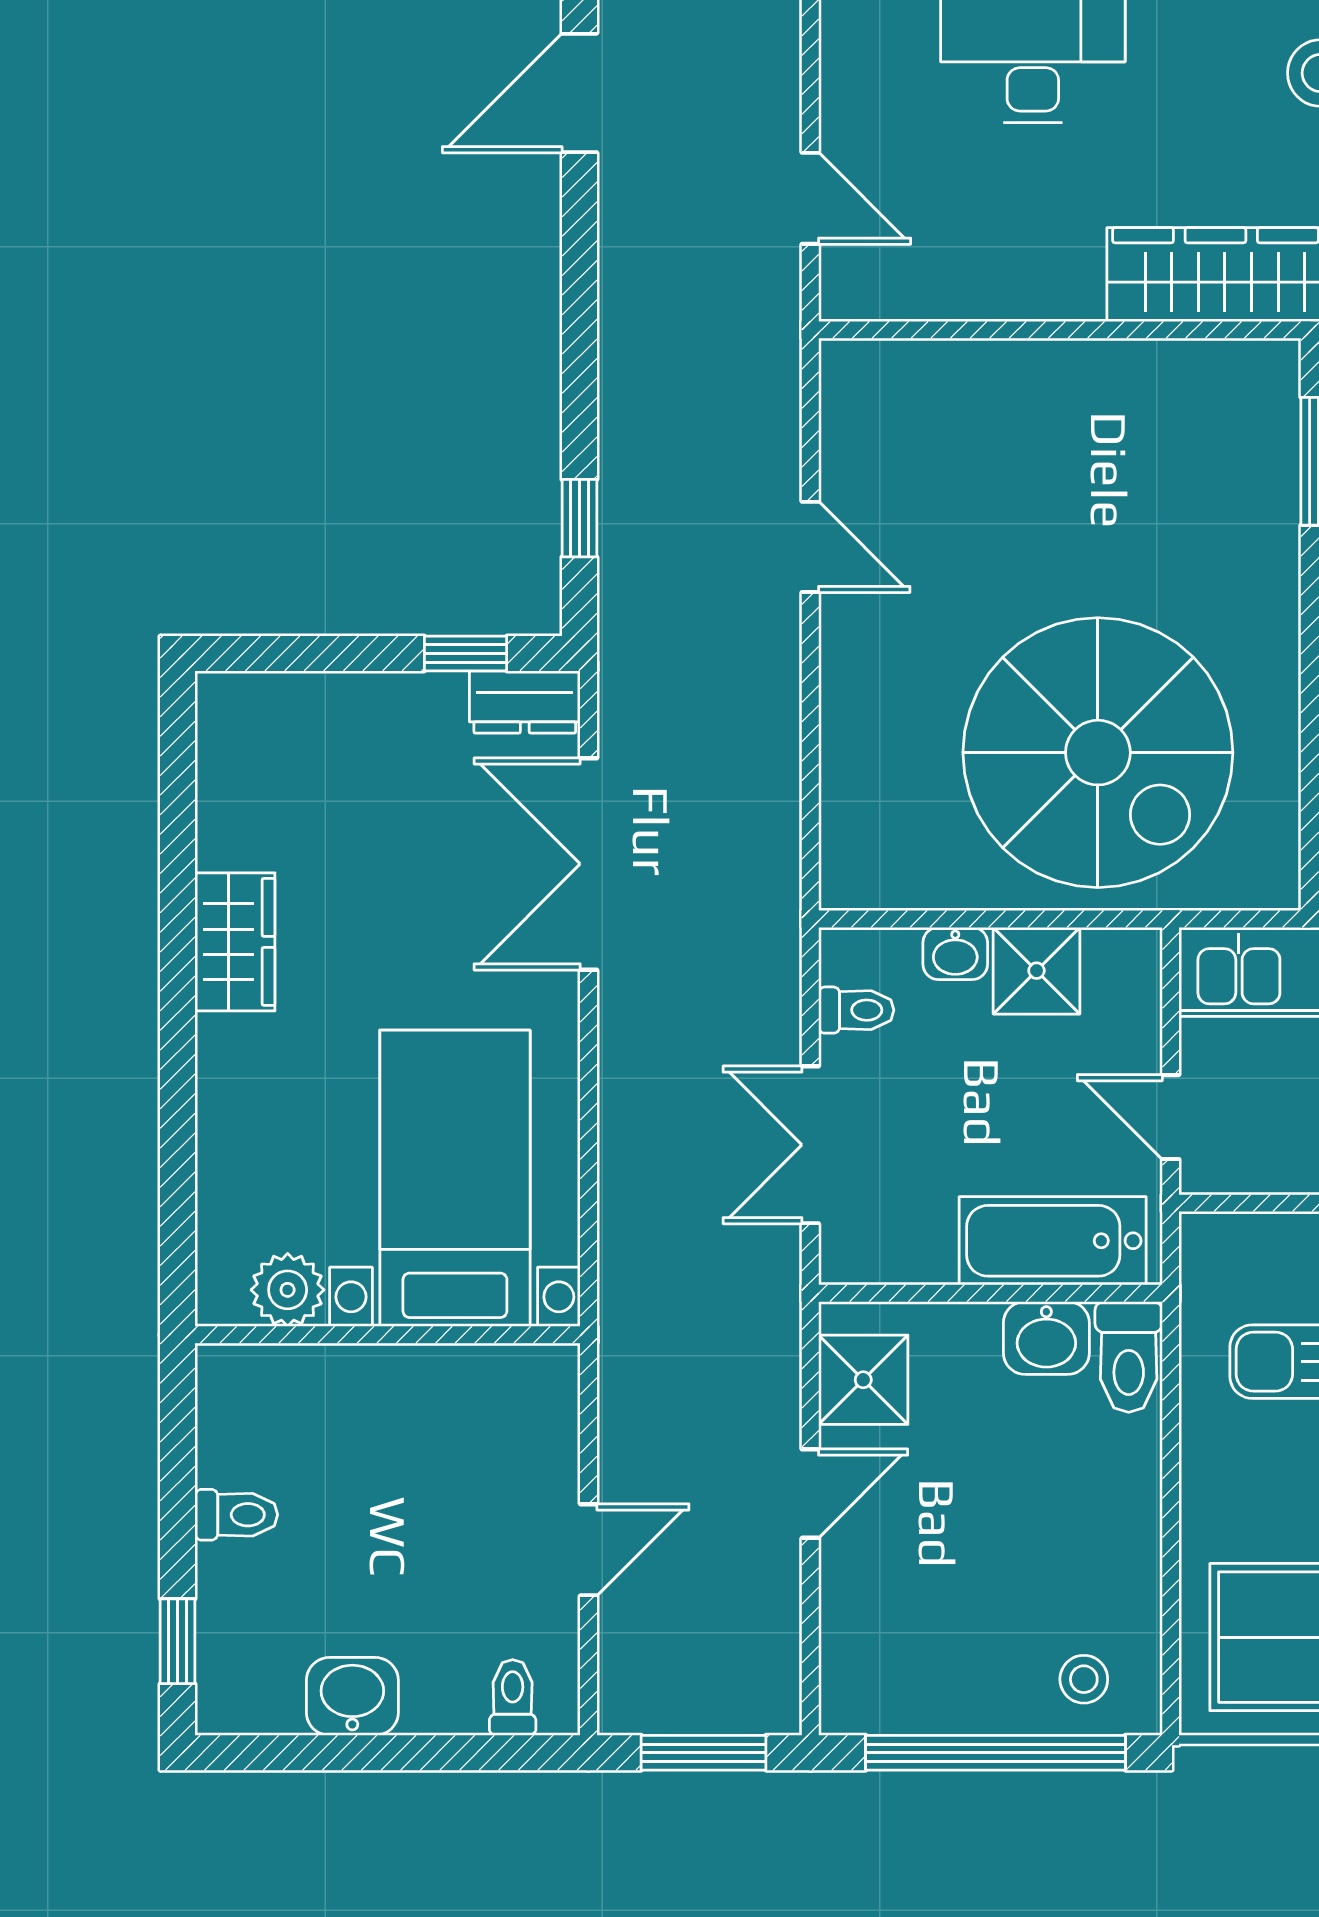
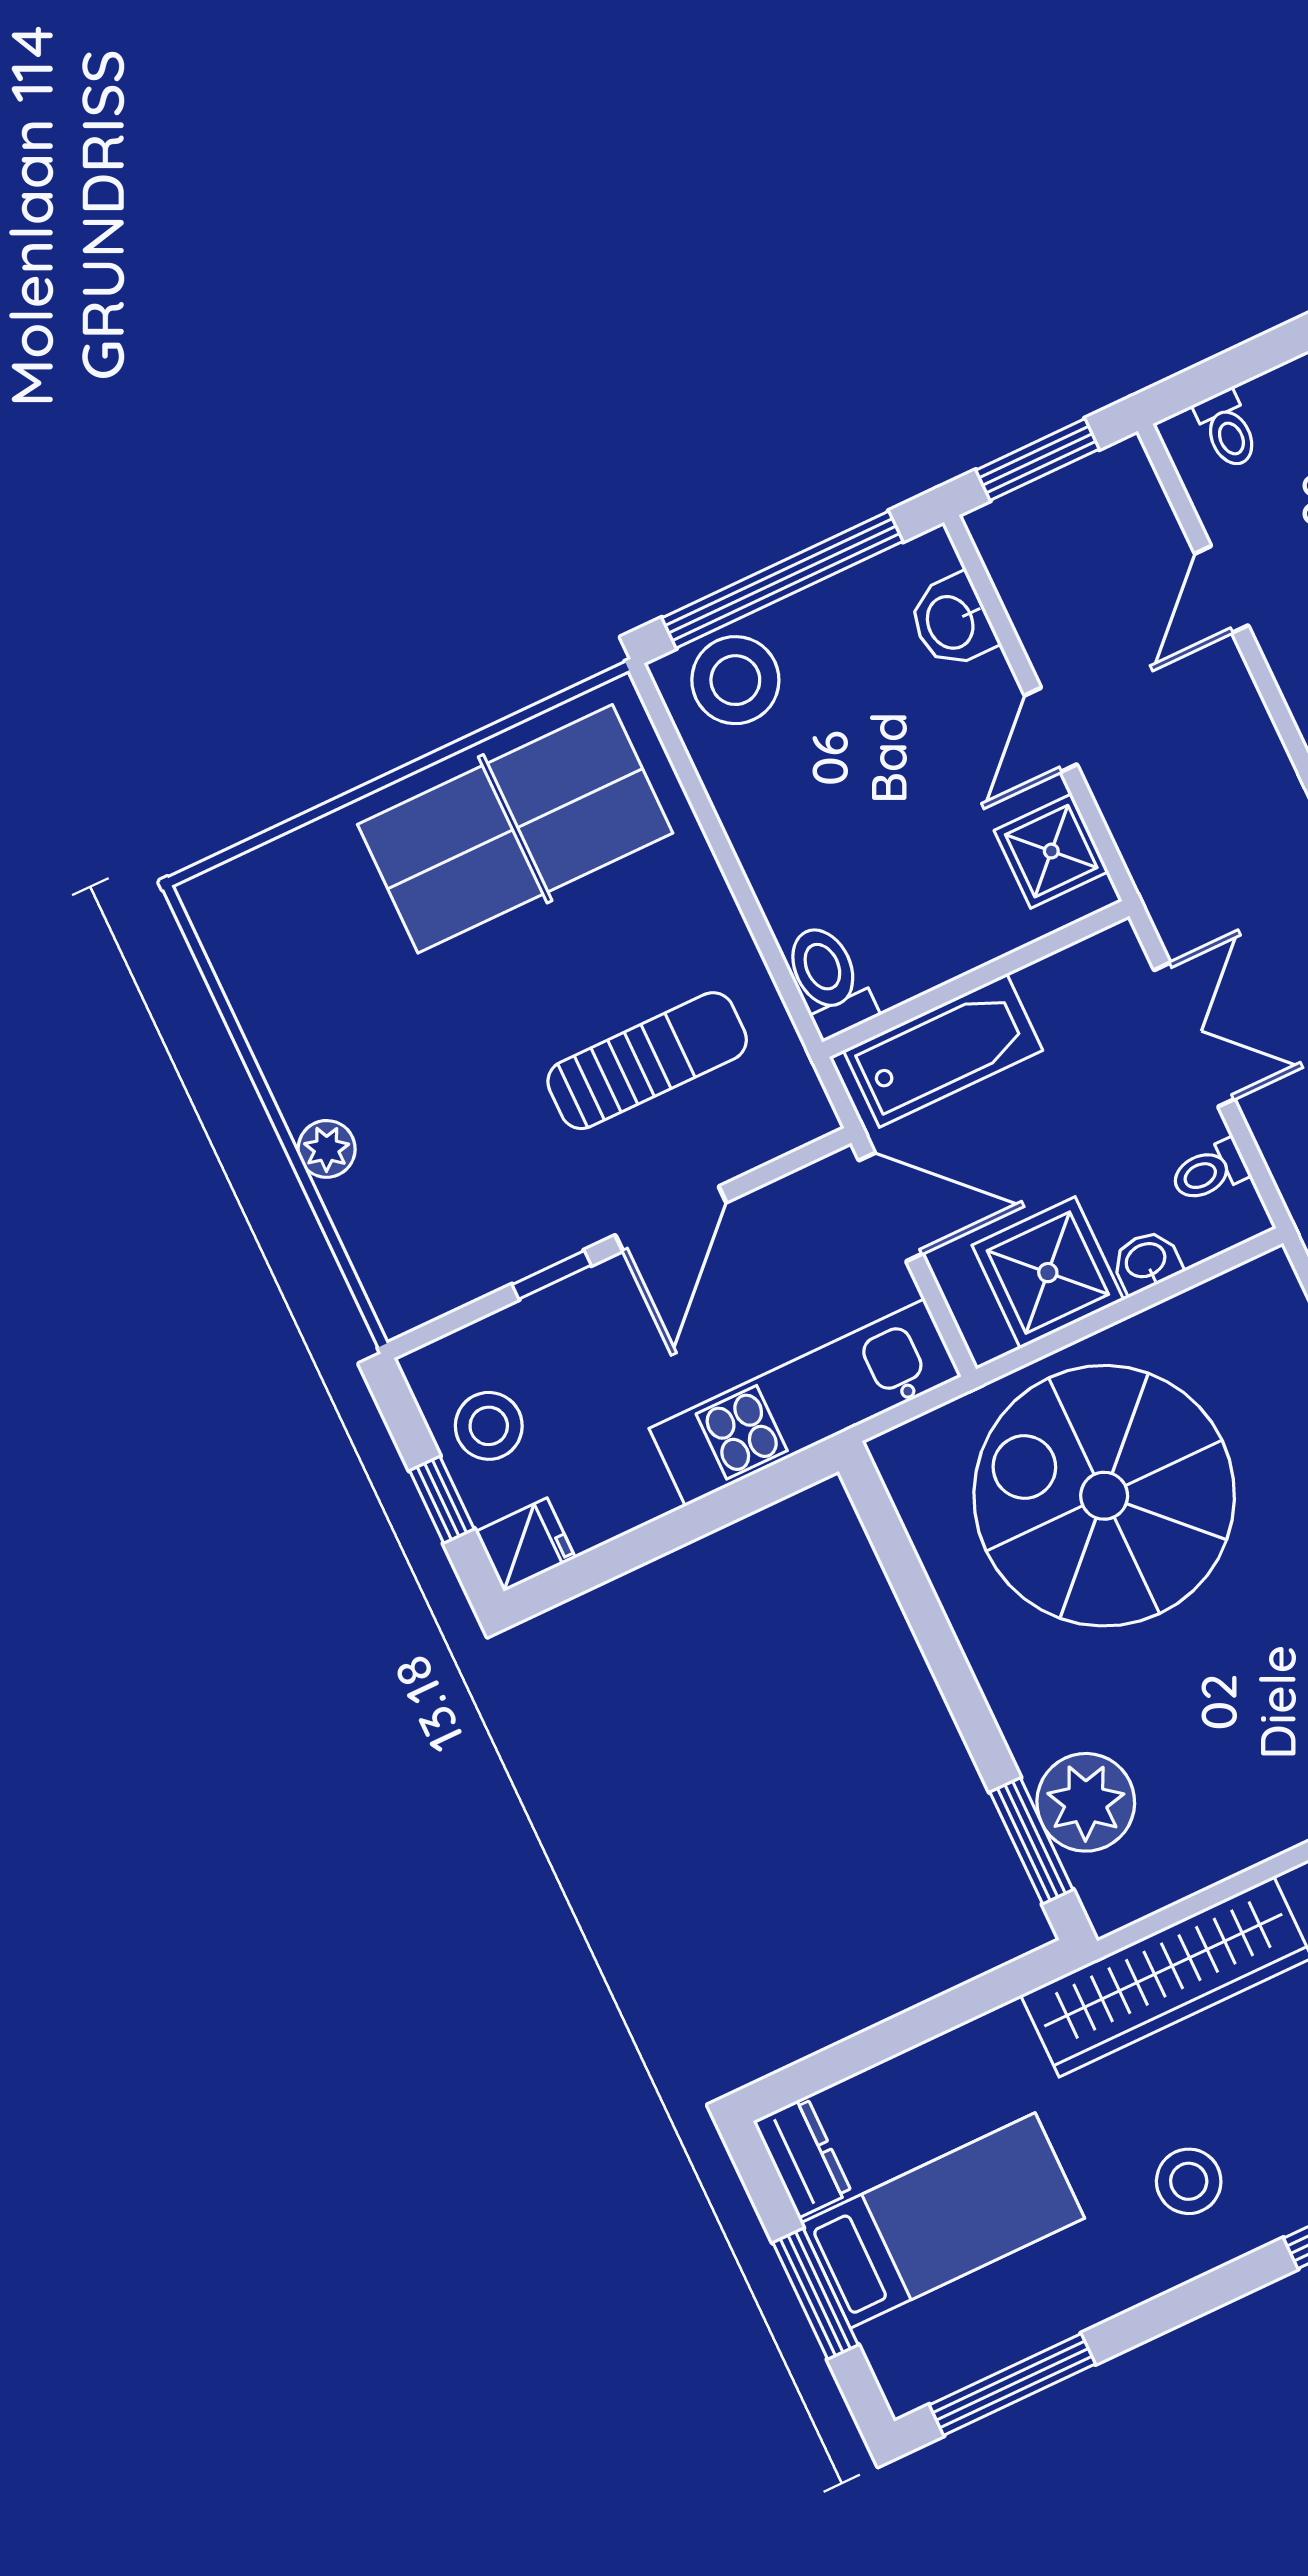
plant: (1250, 473) -> (1086, 1802), added
shower: (1037, 971) -> (1048, 1273), width x1.36, depth x1.36
door: (1171, 1117) -> (891, 1207), width x1.38
washbasin: (1046, 1338) -> (952, 622), moved, turned -90
stool: (1084, 1679) -> (735, 680), width x1.89, depth x1.89

